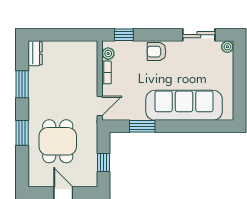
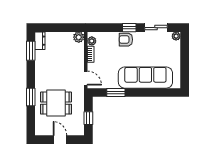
window: (124, 35) -> (129, 28), moved
plant: (90, 48) -> (79, 37), added
window: (22, 84) -> (31, 51), moved
door: (100, 106) -> (86, 78), hinge flipped
dining table: (58, 141) -> (56, 103), turned 90

